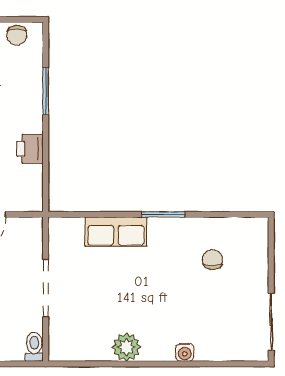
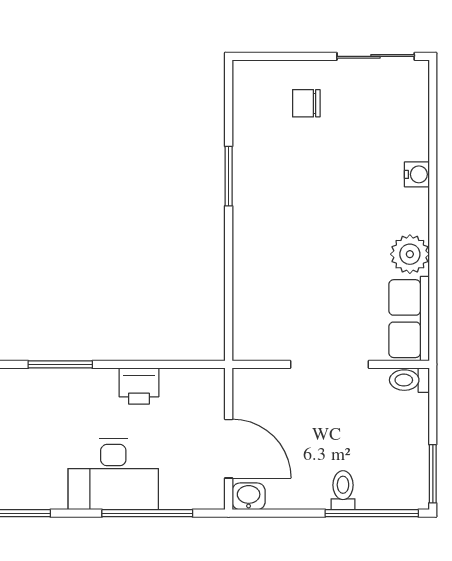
window: (163, 214) -> (229, 176), moved
row of seats: (116, 232) -> (409, 319), moved, turned 180
chair: (212, 260) -> (306, 103), moved

